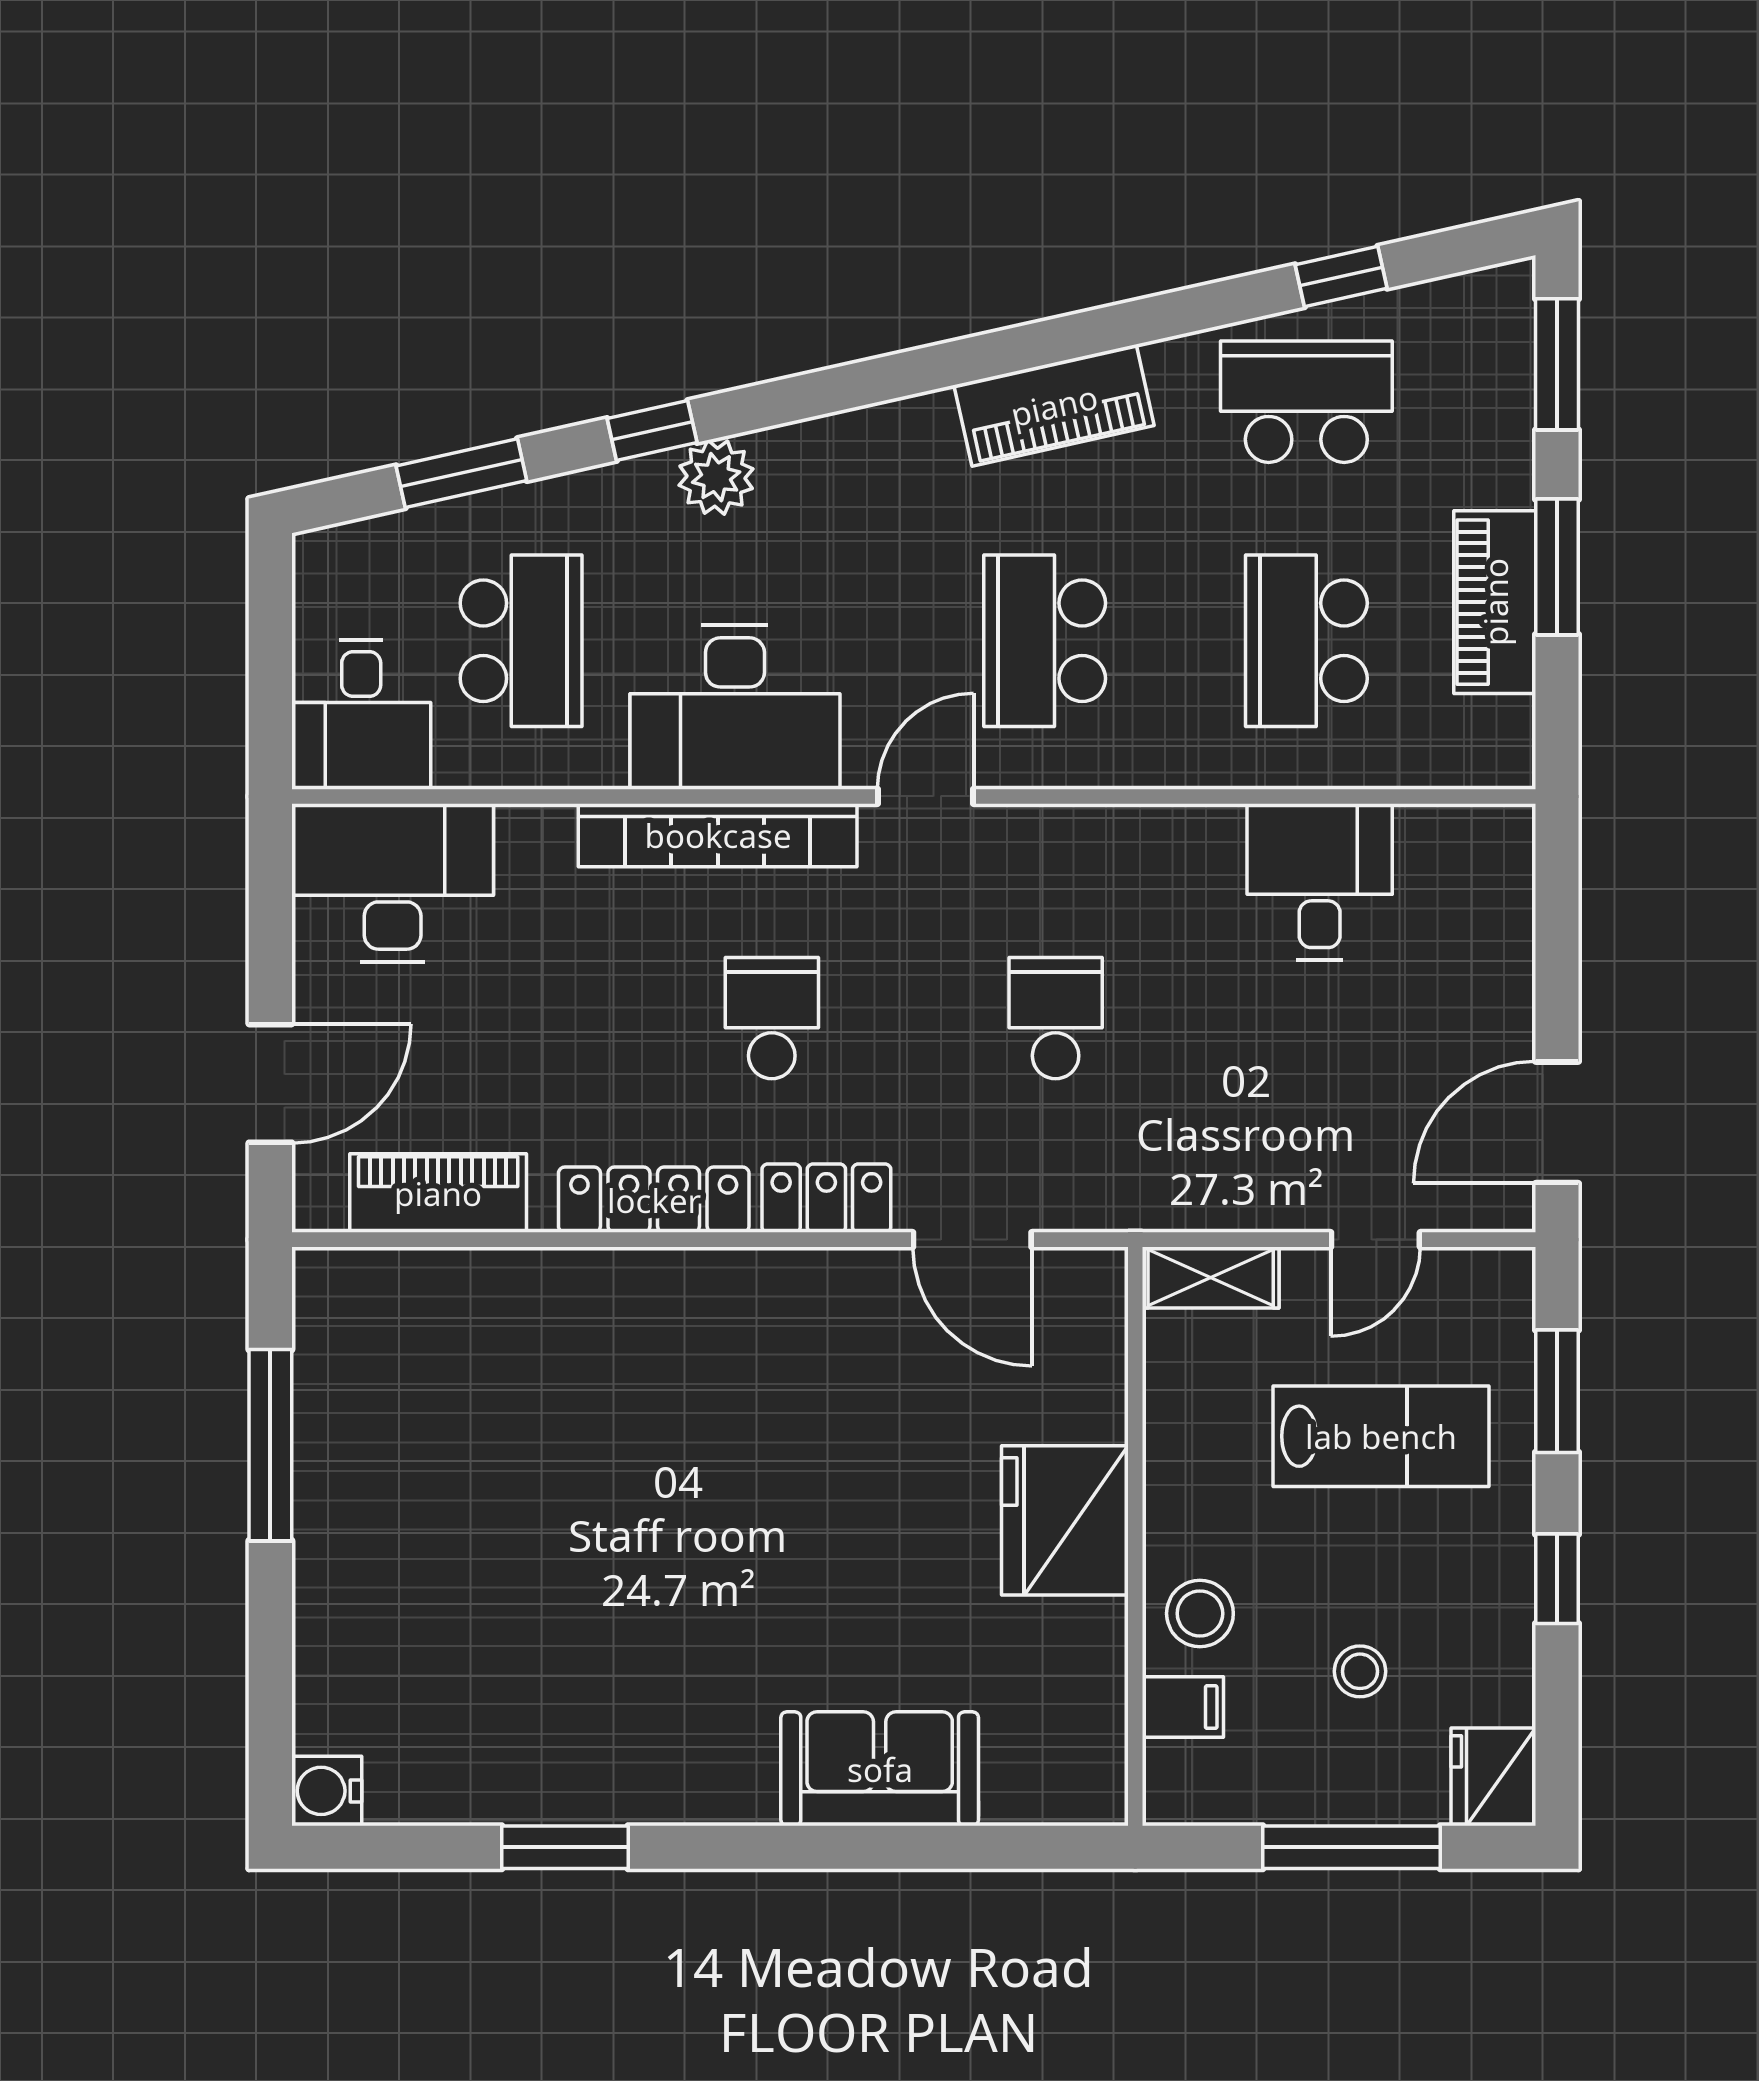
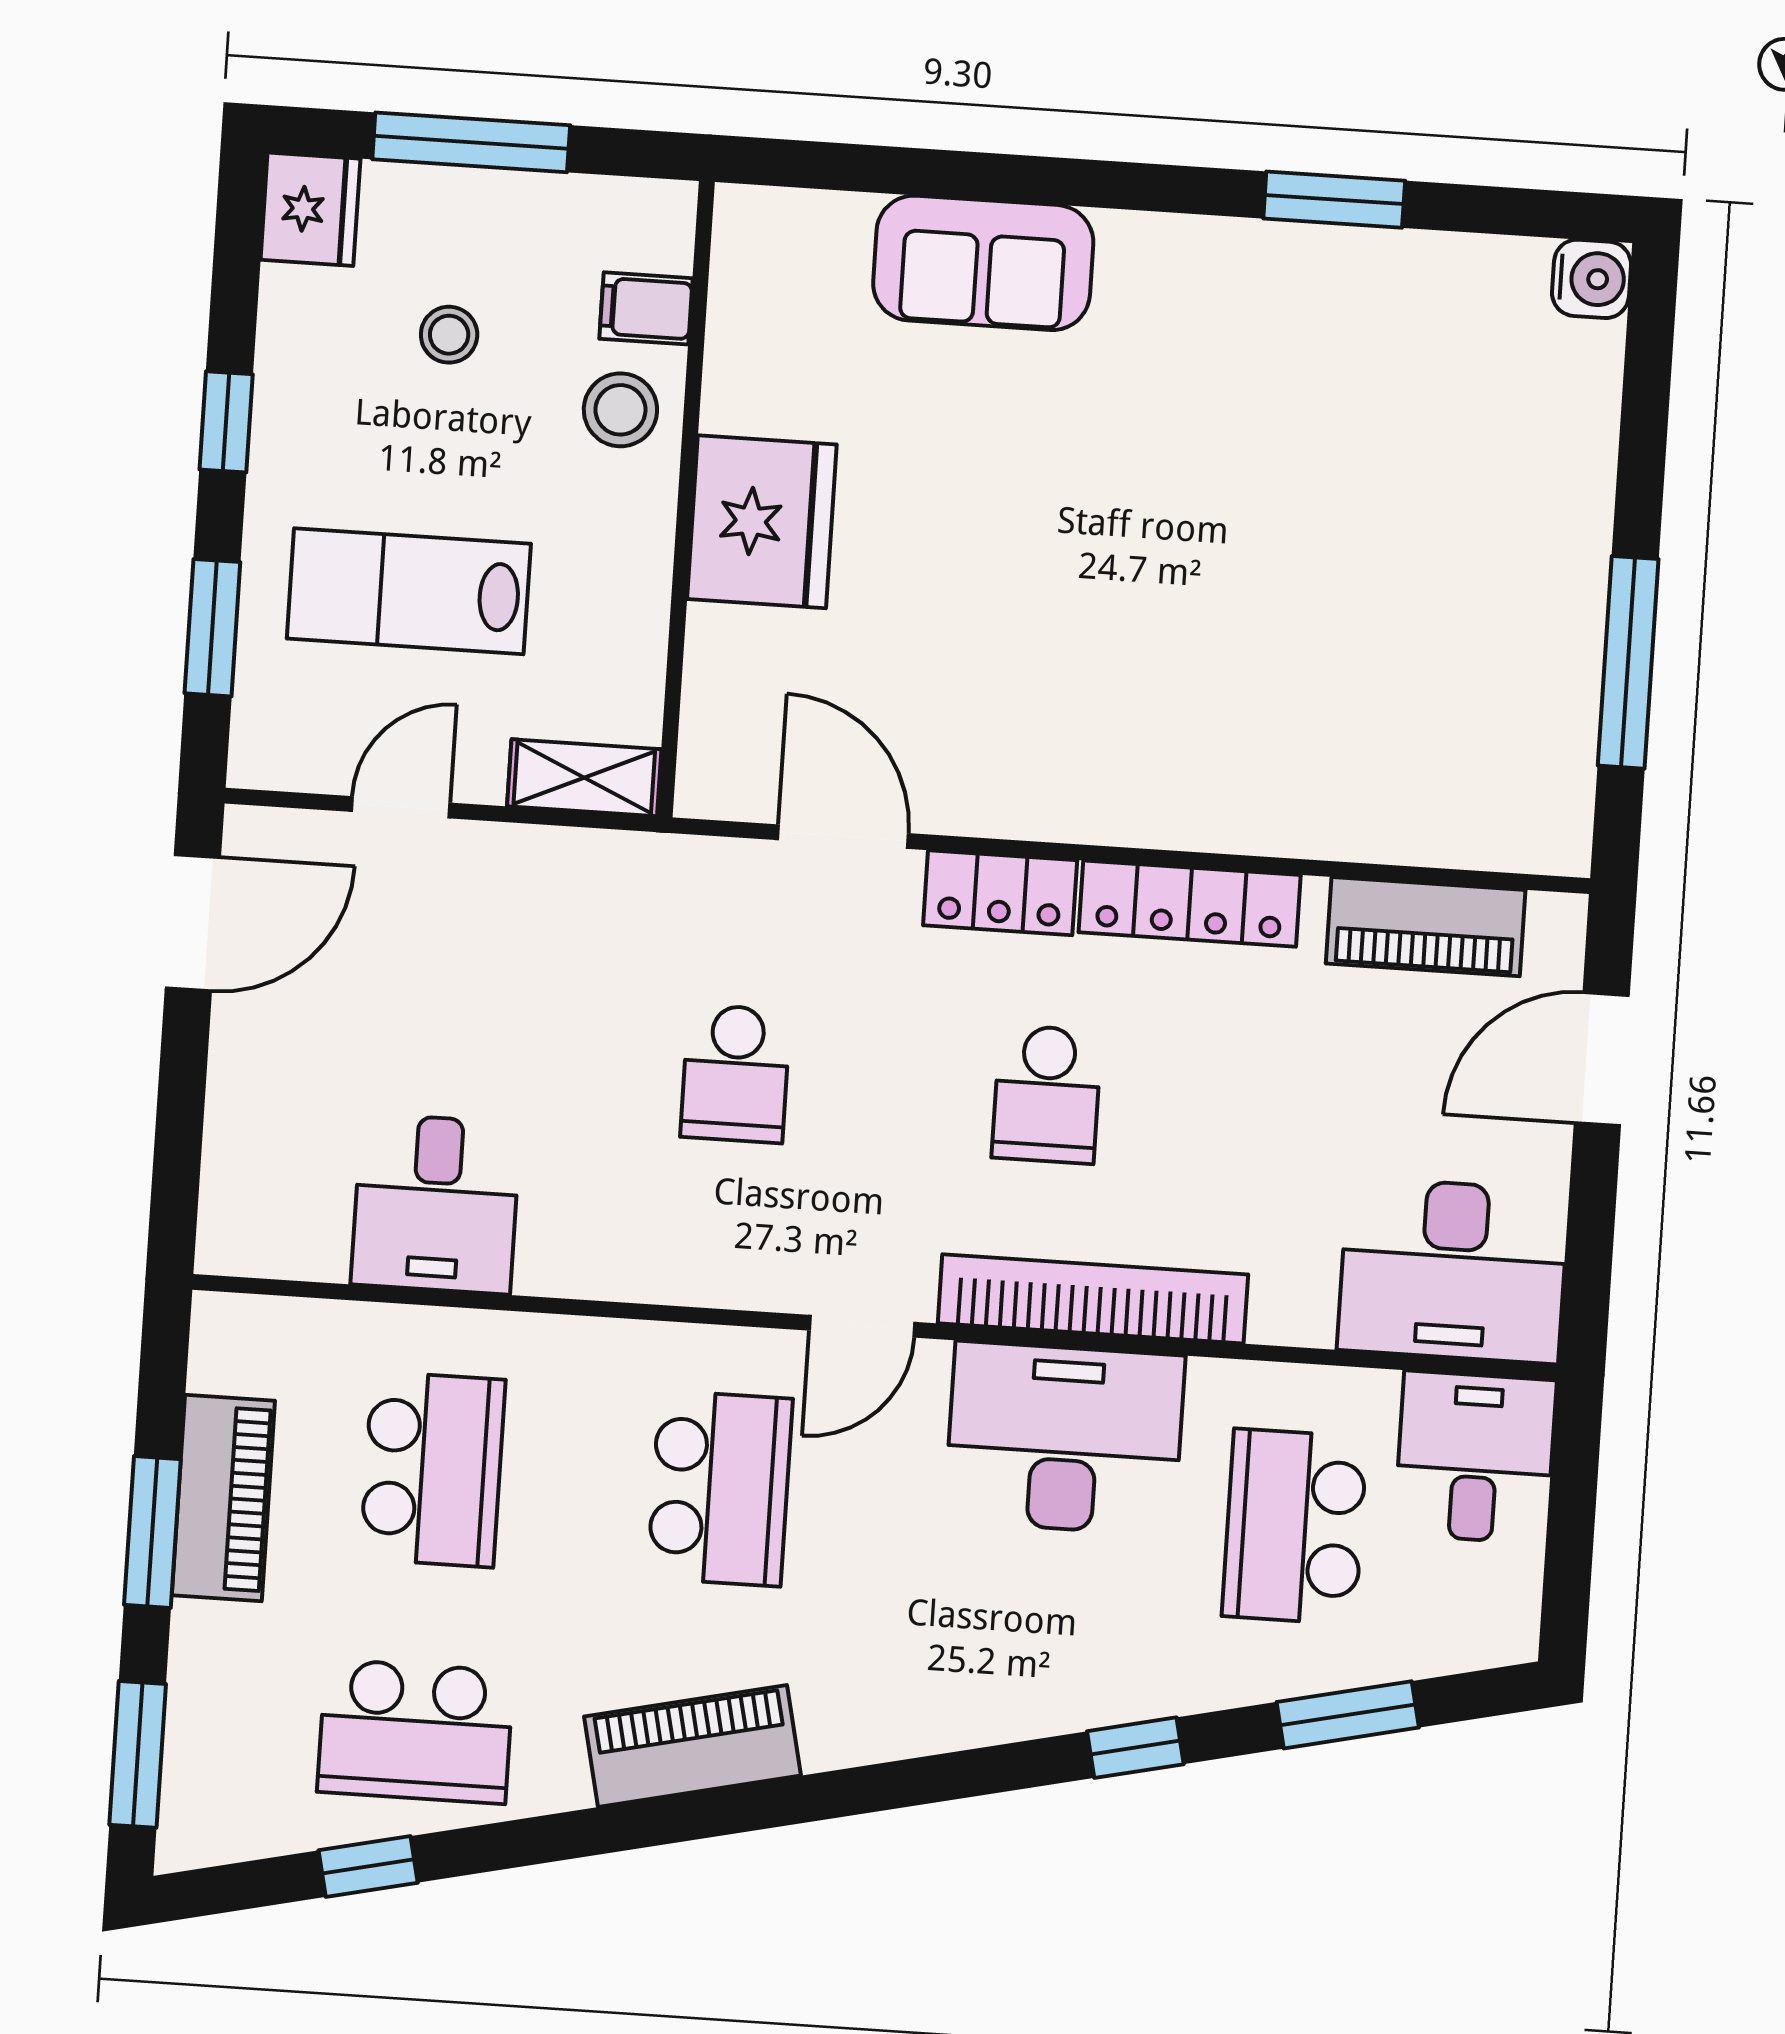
plant: (716, 477) -> (1069, 1692), removed

